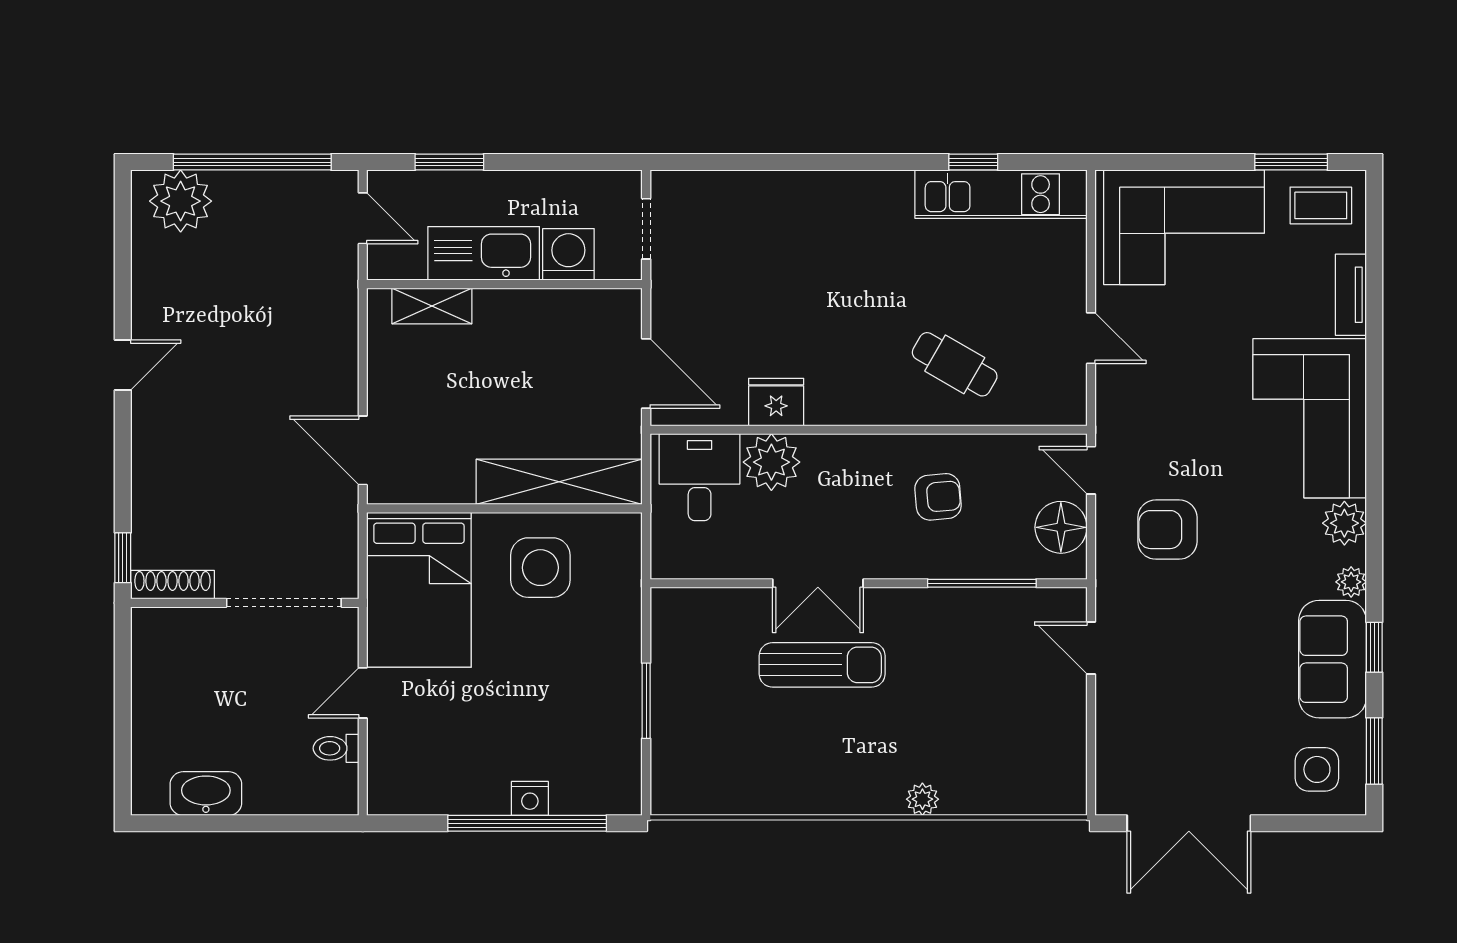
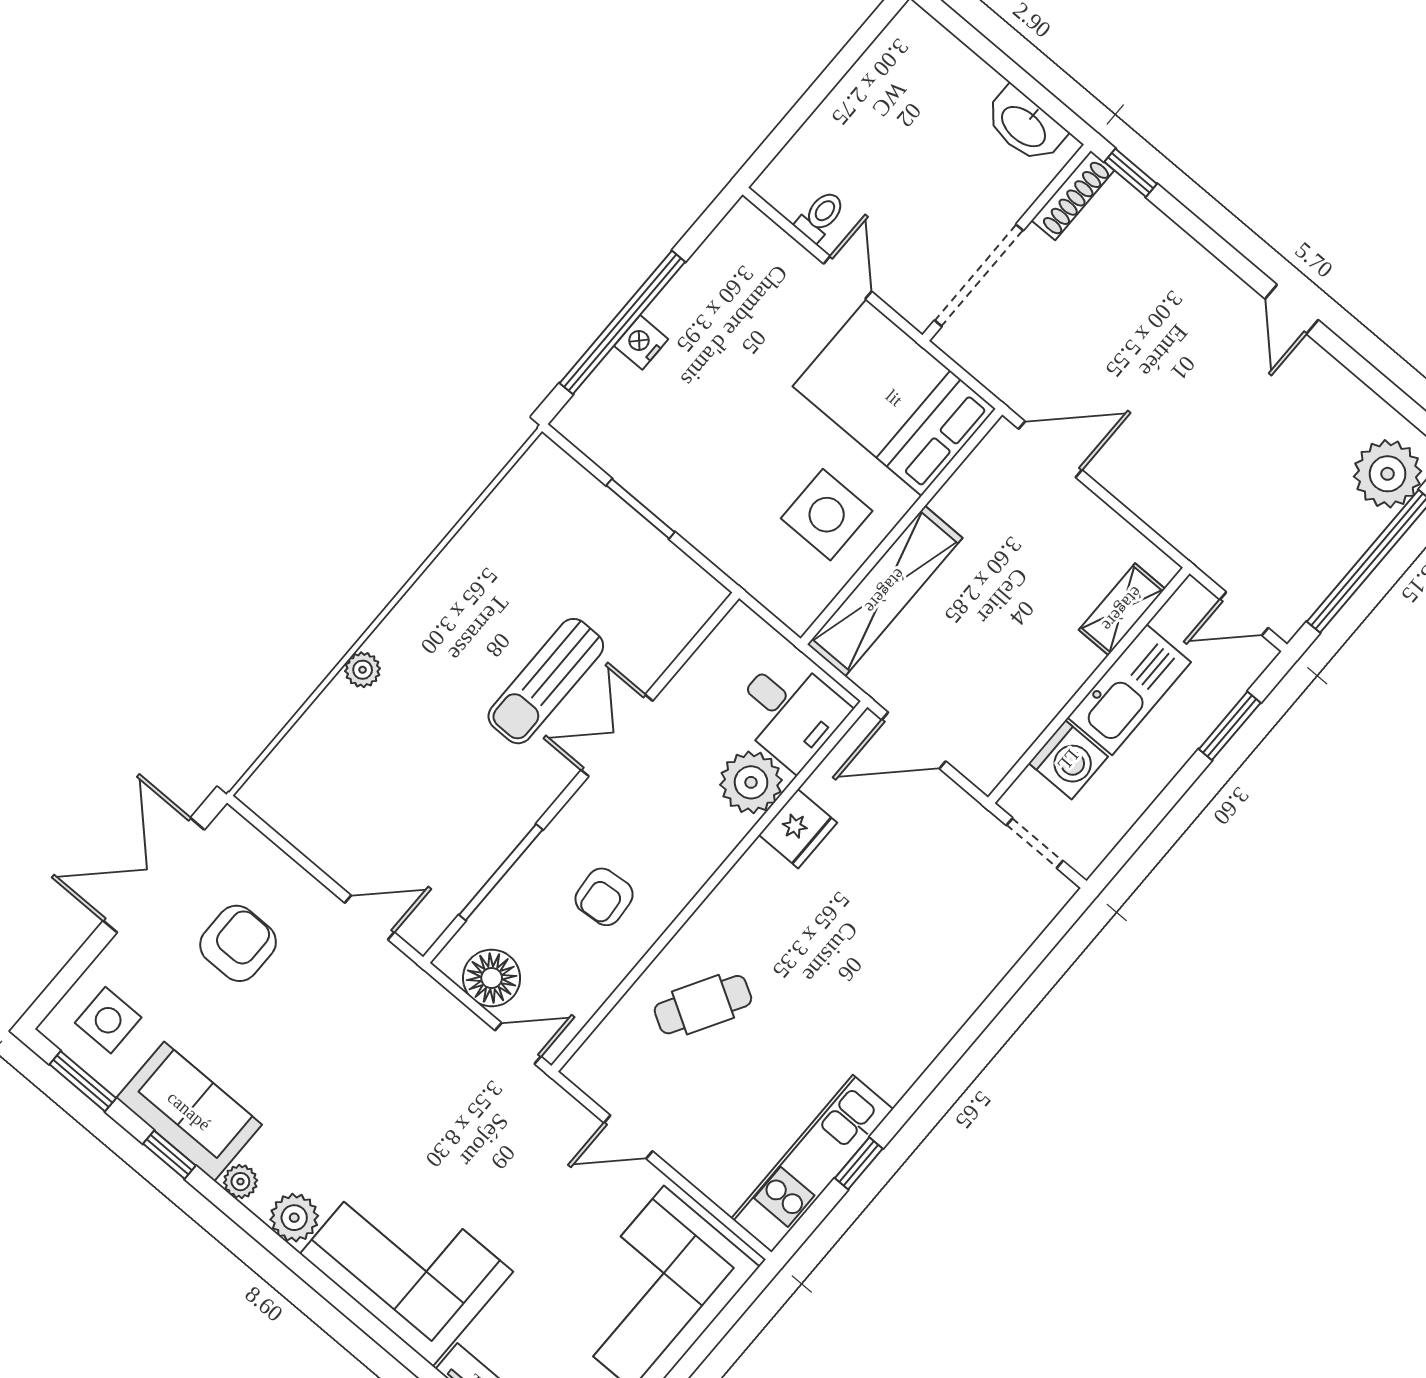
armchair: (1167, 530) -> (238, 943), moved
washbasin: (206, 794) -> (1024, 126), moved, turned 90

